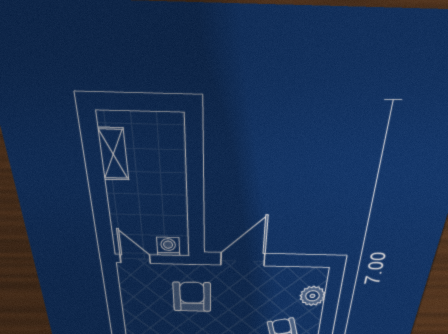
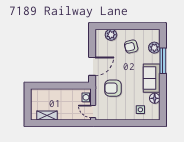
door: (135, 259) -> (93, 112), hinge flipped
door: (243, 259) -> (92, 66), swing flipped

